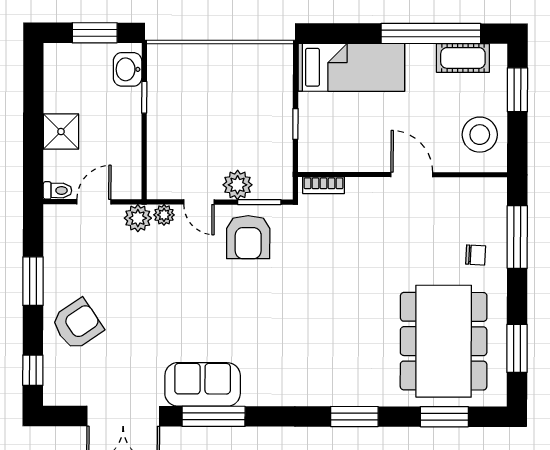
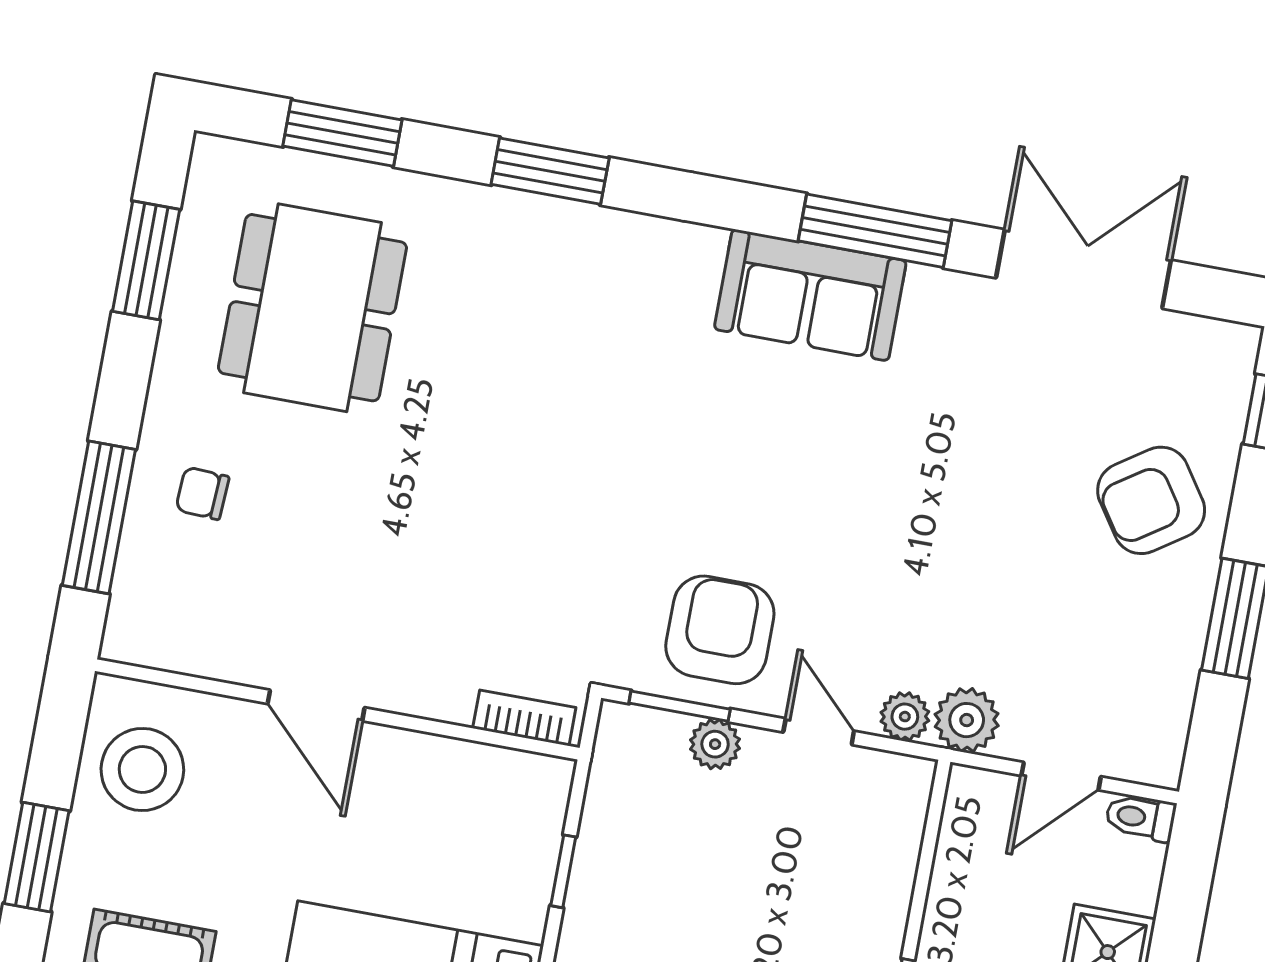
plant: (238, 185) -> (715, 744), width x0.73, depth x0.73
dining table: (444, 341) -> (312, 308), width x0.73, depth x0.80
sofa: (203, 384) -> (810, 295), moved

